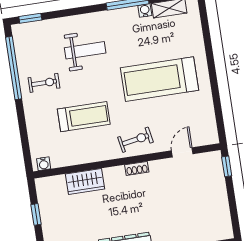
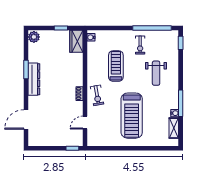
treadmill: (160, 79) -> (132, 116), turned 180
treadmill: (84, 117) -> (116, 66), turned 180
door: (182, 152) -> (85, 123), swing flipped
wardrobe: (85, 181) -> (76, 41), moved

